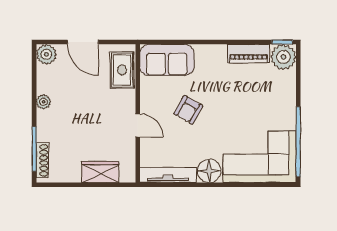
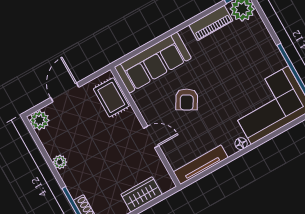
door: (83, 42) -> (65, 92), swing flipped
sofa: (167, 60) -> (153, 63), width x1.36
floor lamp: (209, 171) -> (241, 144), width x0.53, depth x0.53

